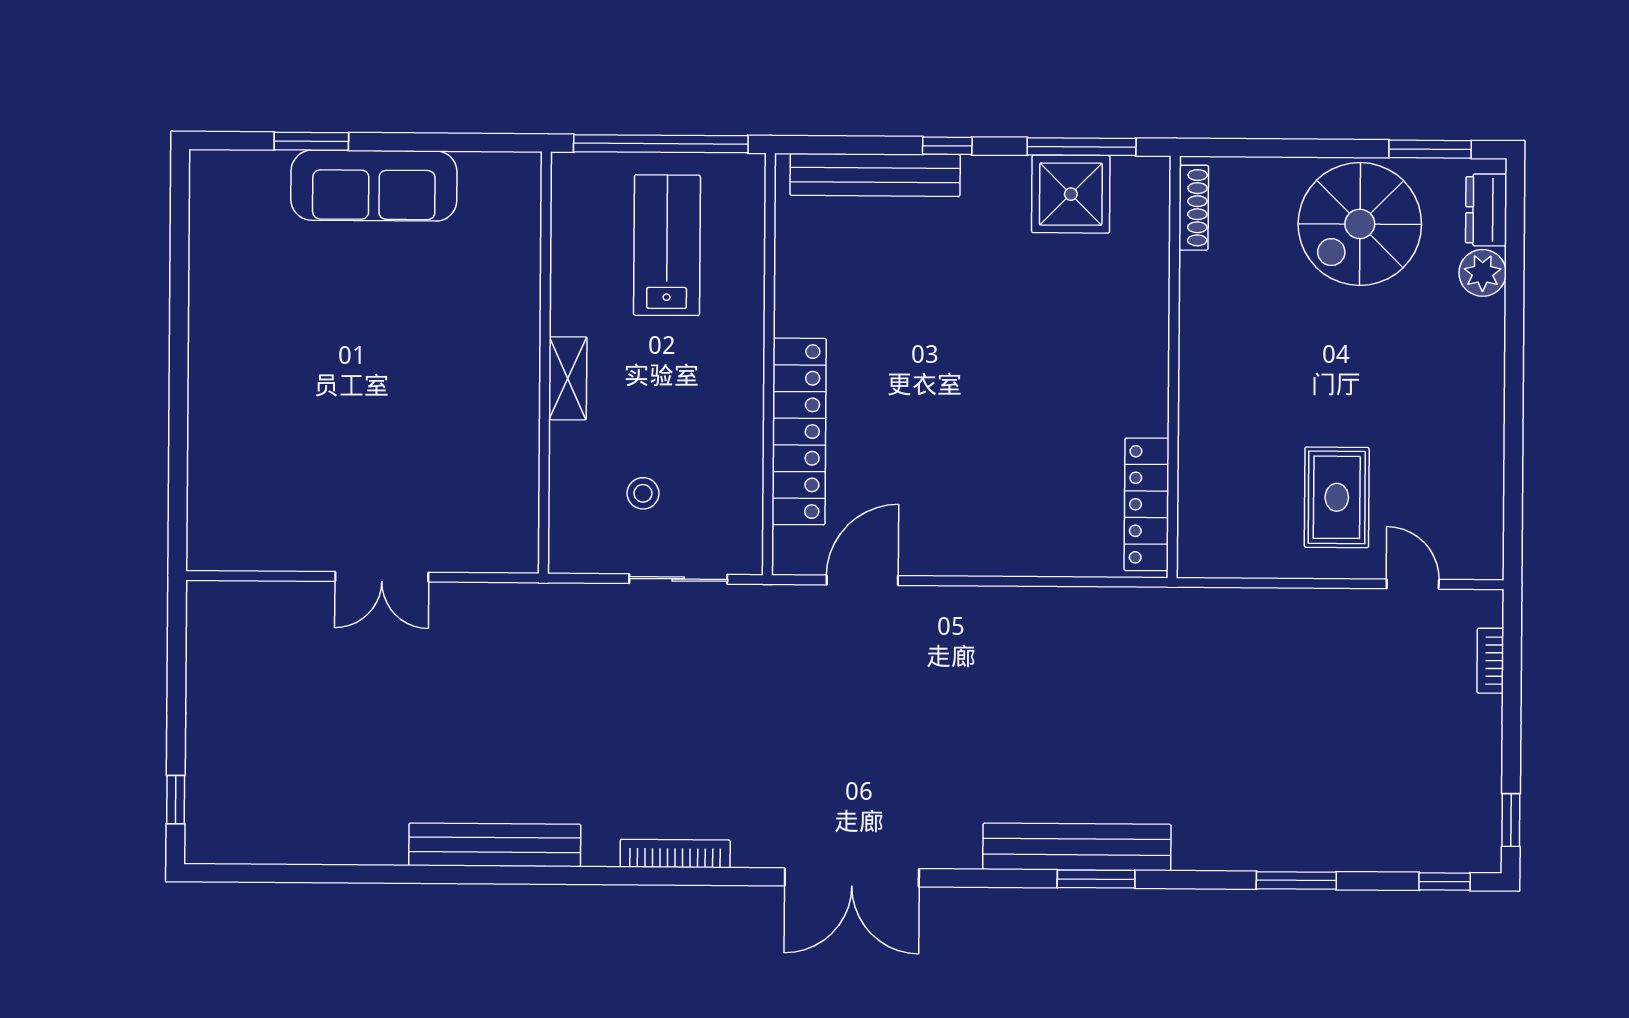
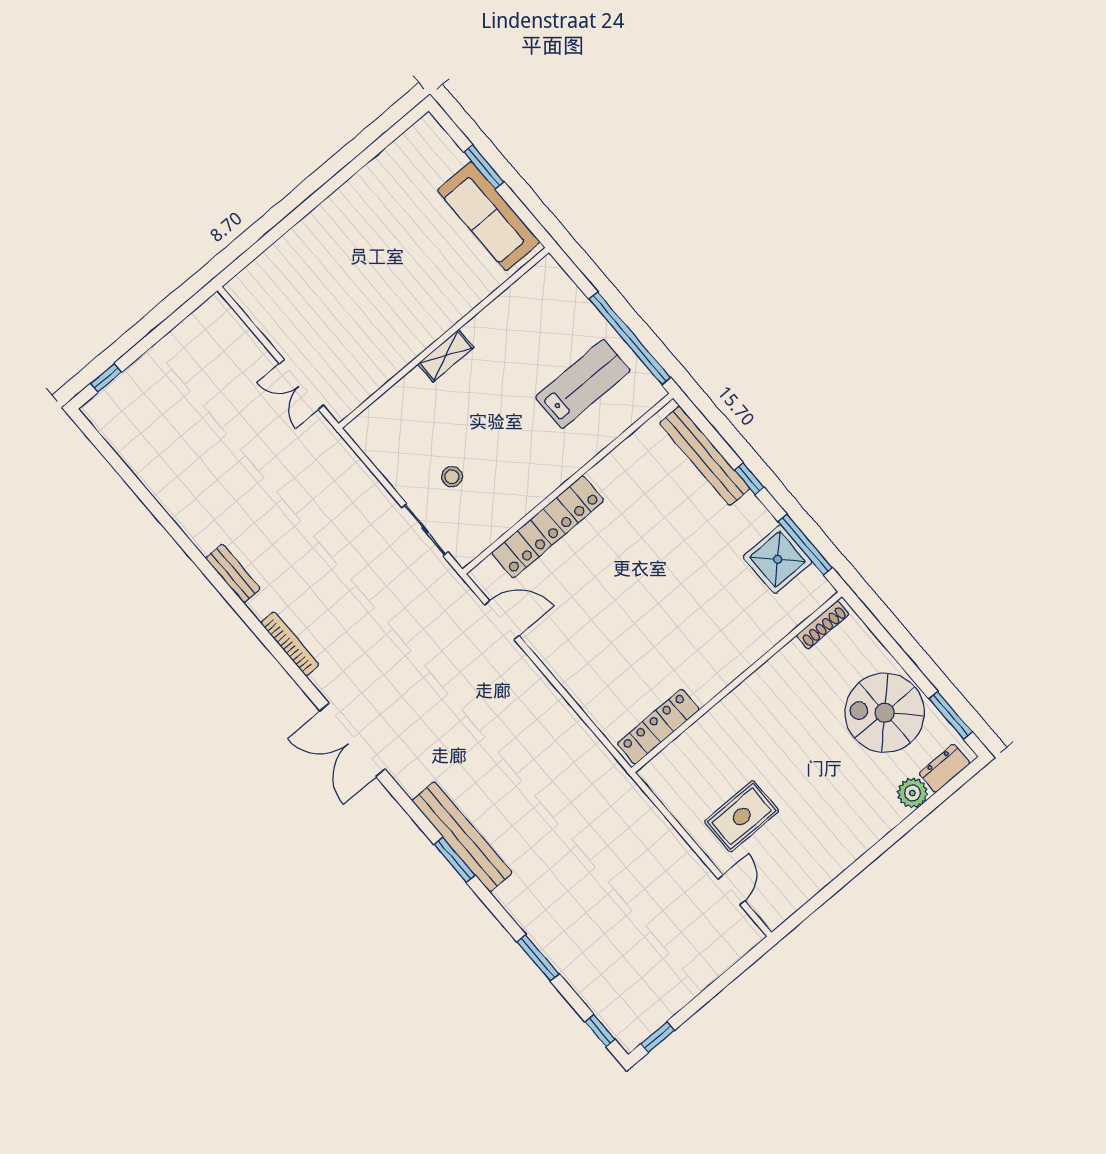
wall: (545, 363) -> (444, 338), moved
shelving: (568, 378) -> (446, 356), moved
bookcase: (1490, 661) -> (727, 960), removed
bench: (495, 845) -> (233, 573), width x0.54, depth x0.82

